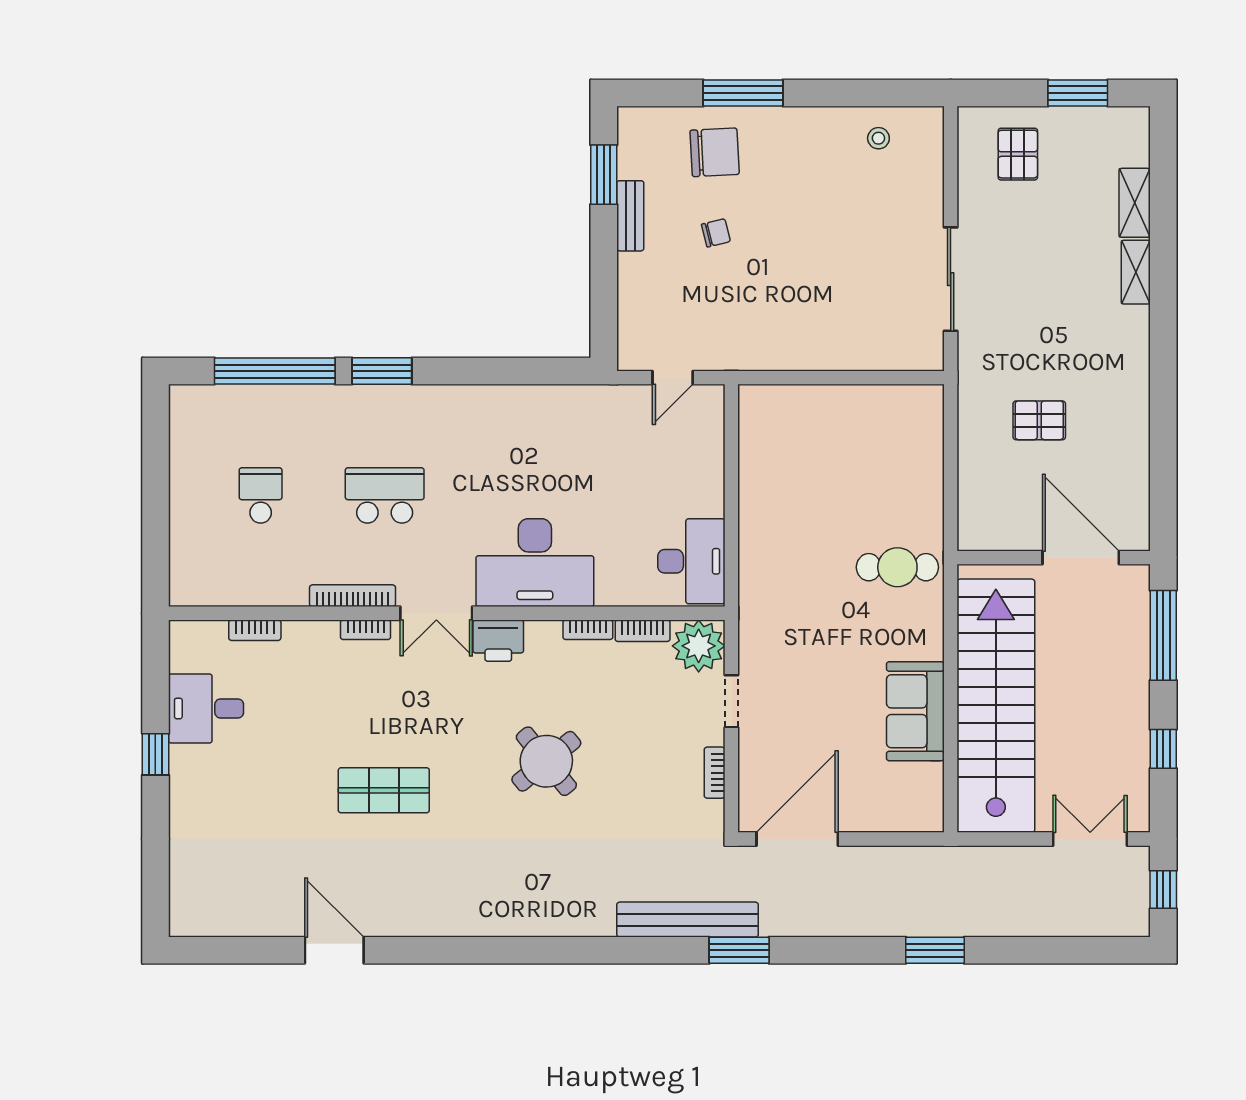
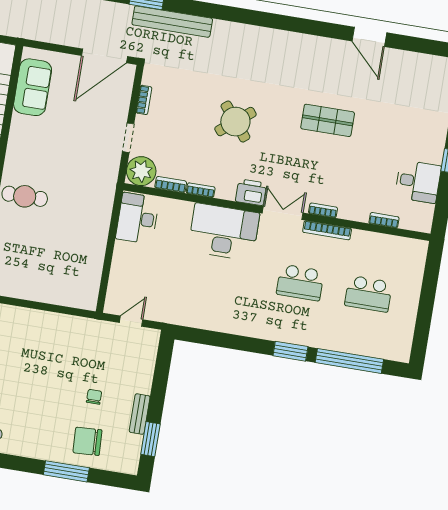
chair: (716, 233) -> (94, 397), turned 104
school desk: (261, 495) -> (368, 294), width x1.85
sofa: (915, 711) -> (33, 87), moved

